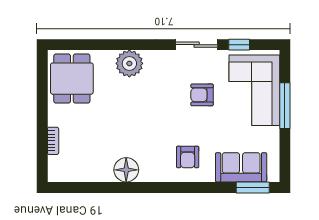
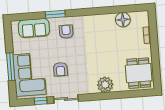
armchair: (202, 95) -> (60, 69), turned 90
floor lamp: (126, 170) -> (123, 20), moved
window: (253, 187) -> (55, 14), moved

